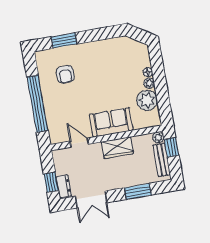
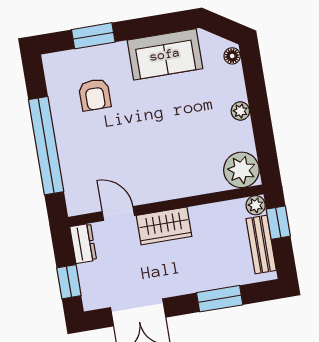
floor lamp: (148, 72) -> (232, 56), moved
plant: (147, 100) -> (241, 170), moved
sofa: (111, 122) -> (165, 54), moved, turned 180
wardrobe: (117, 148) -> (164, 226), moved
dresser: (64, 186) -> (83, 243), moved

